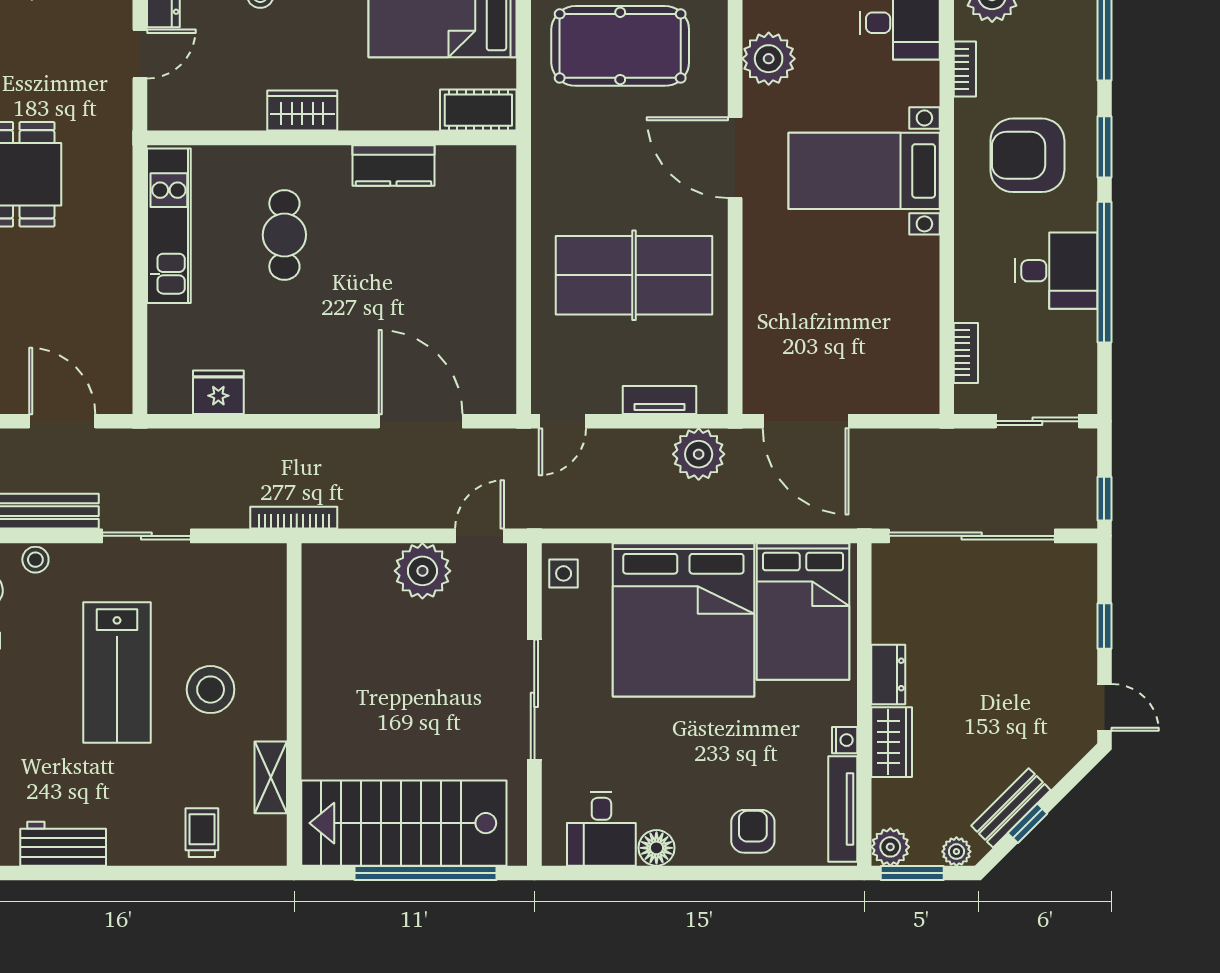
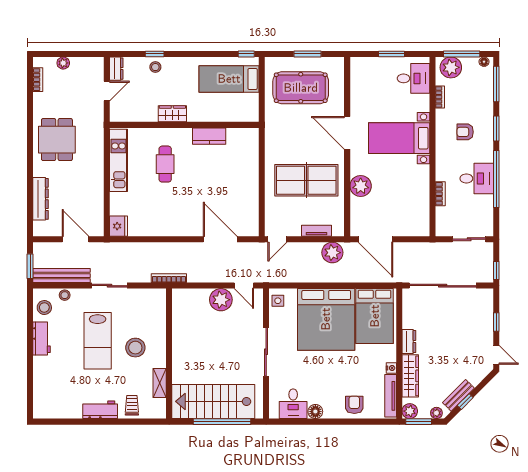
plant: (769, 59) -> (361, 186), moved
cot: (478, 110) -> (243, 114), removed
armchair: (1027, 155) -> (465, 132), width x0.53, depth x0.53
bookcase: (966, 353) -> (440, 194), moved
fridge: (218, 392) -> (119, 226), moved, turned 90
door: (480, 536) -> (244, 286), swing flipped
wardrobe: (892, 742) -> (410, 376), width x1.50
workbench: (63, 844) -> (100, 410), moved

